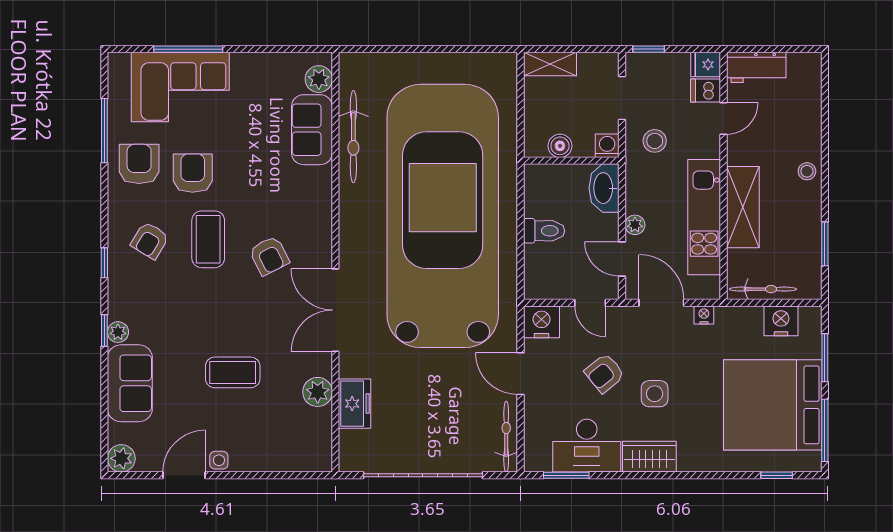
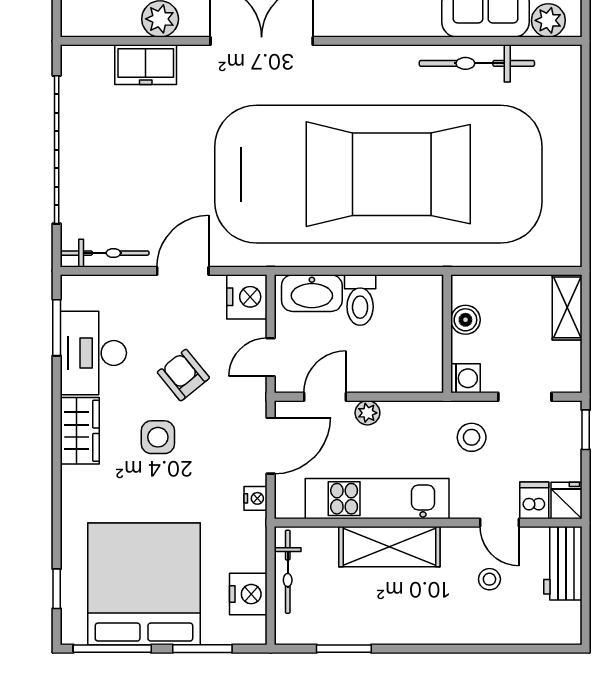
stool: (807, 171) -> (489, 579), moved
washbasin: (604, 188) -> (312, 293), moved, turned 180

